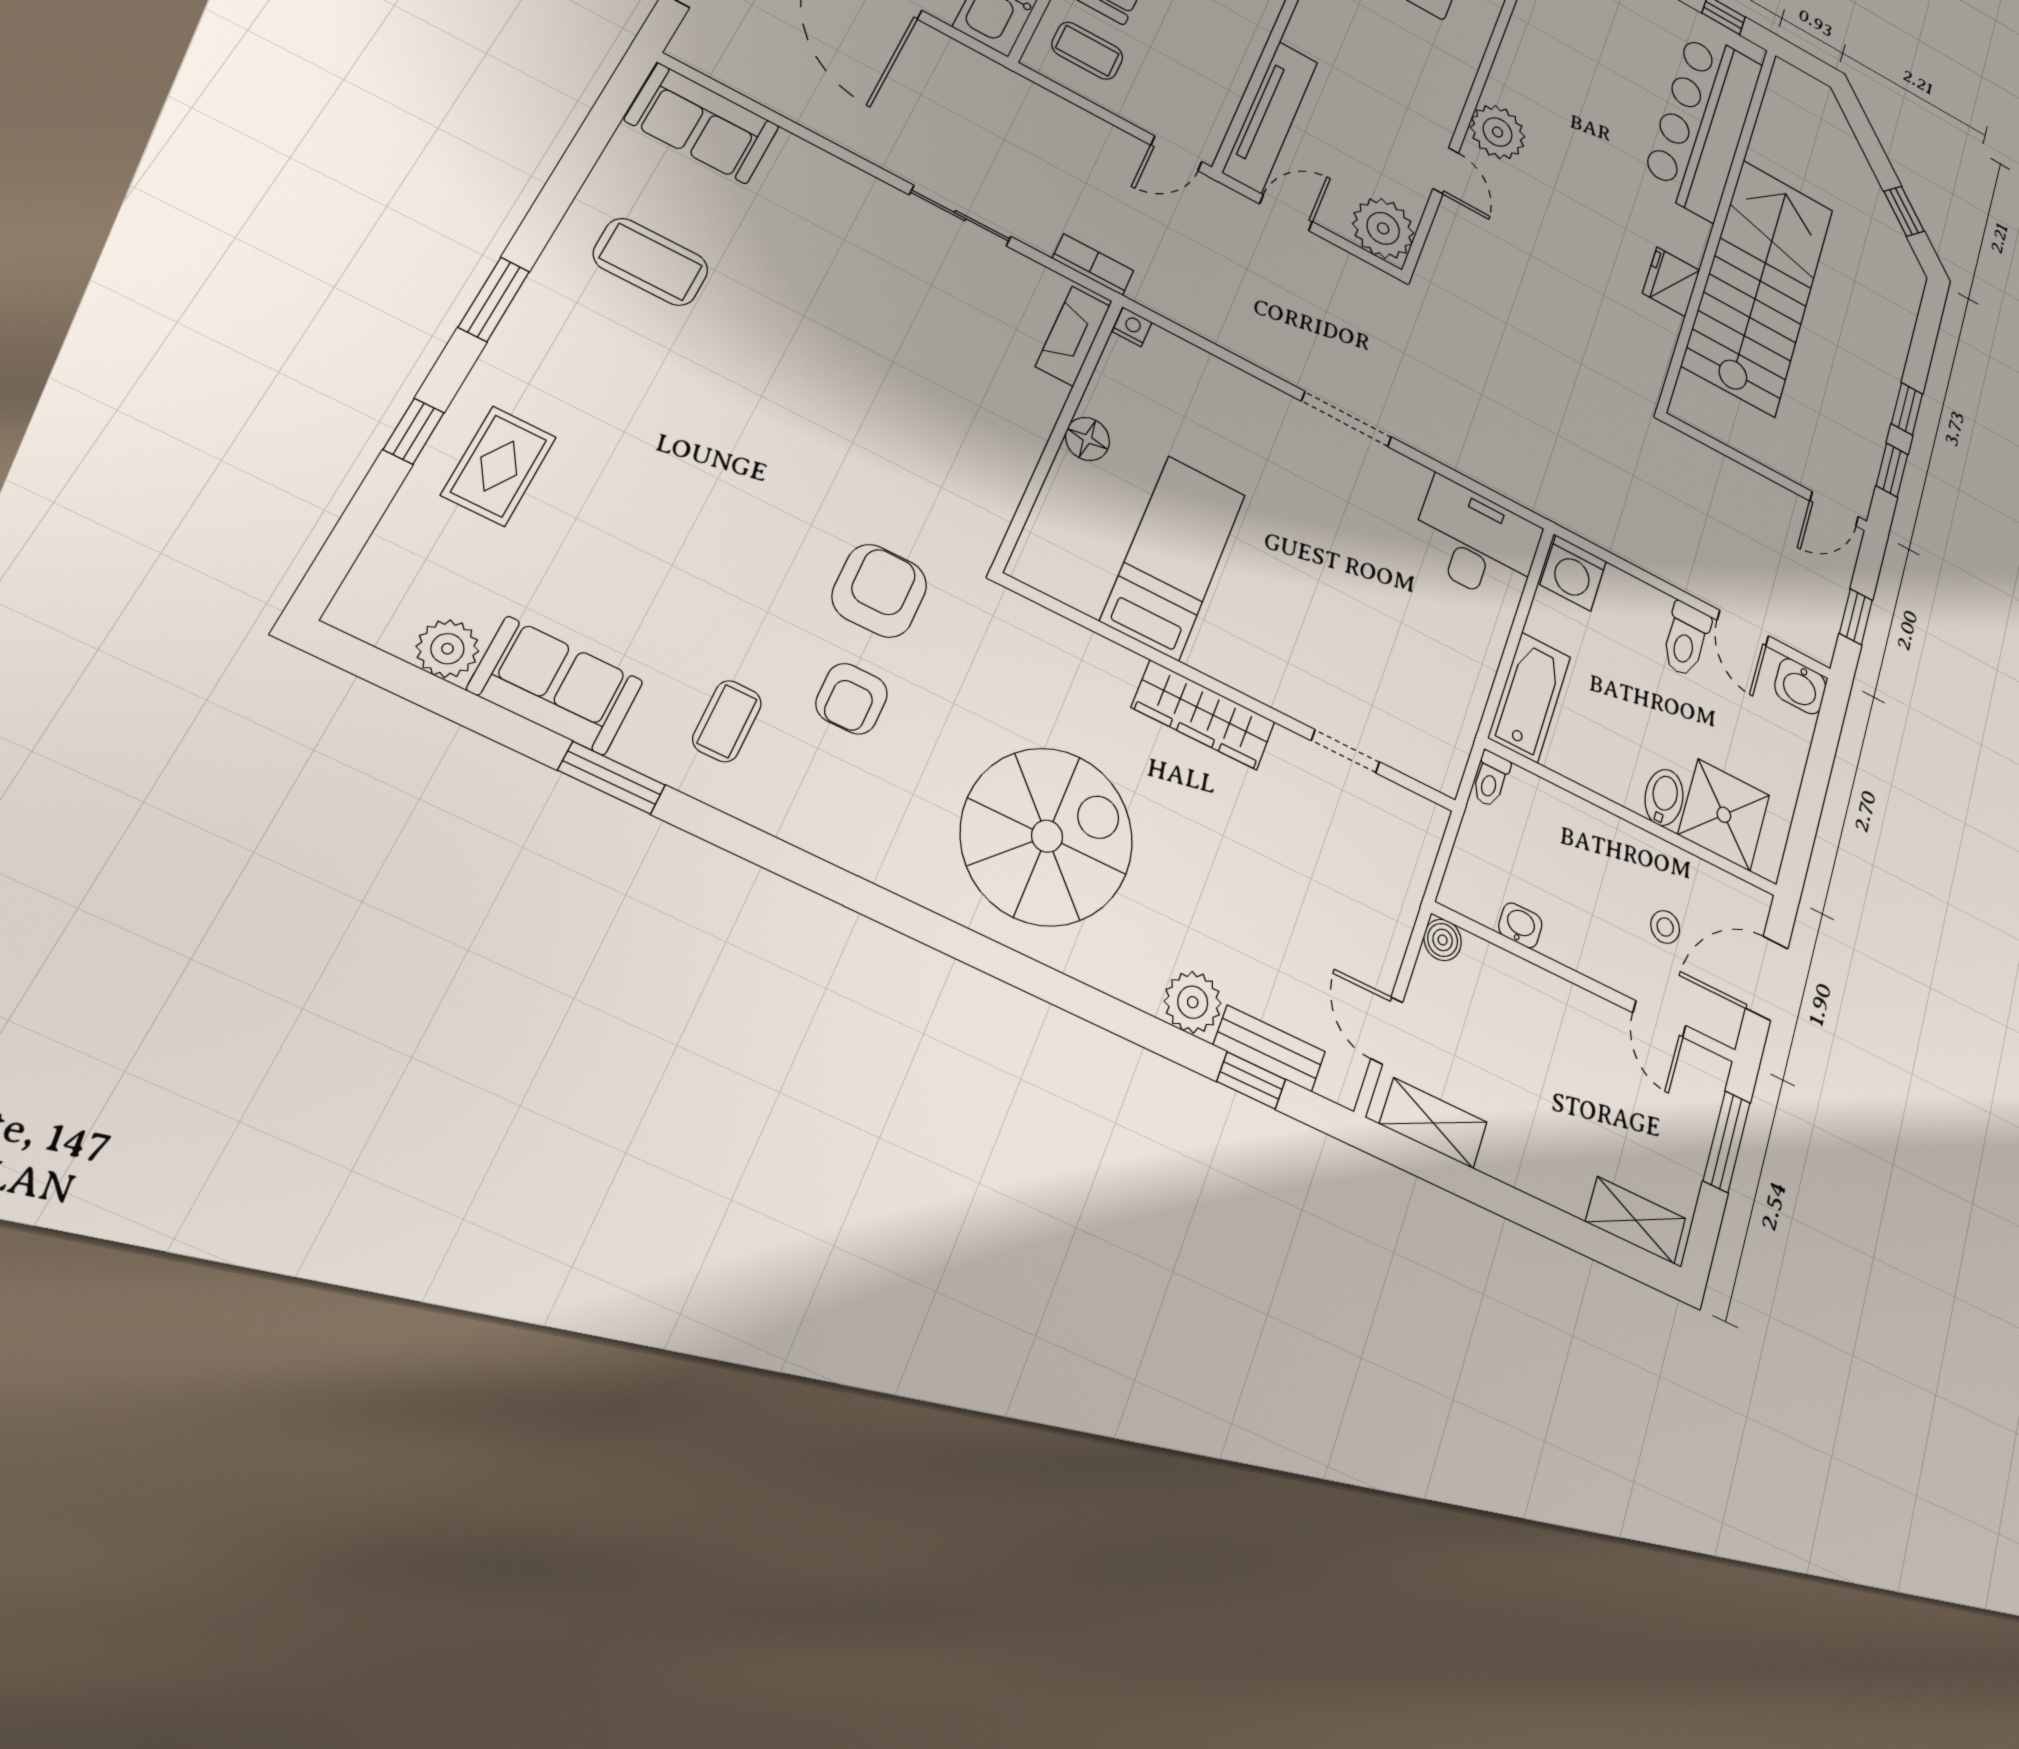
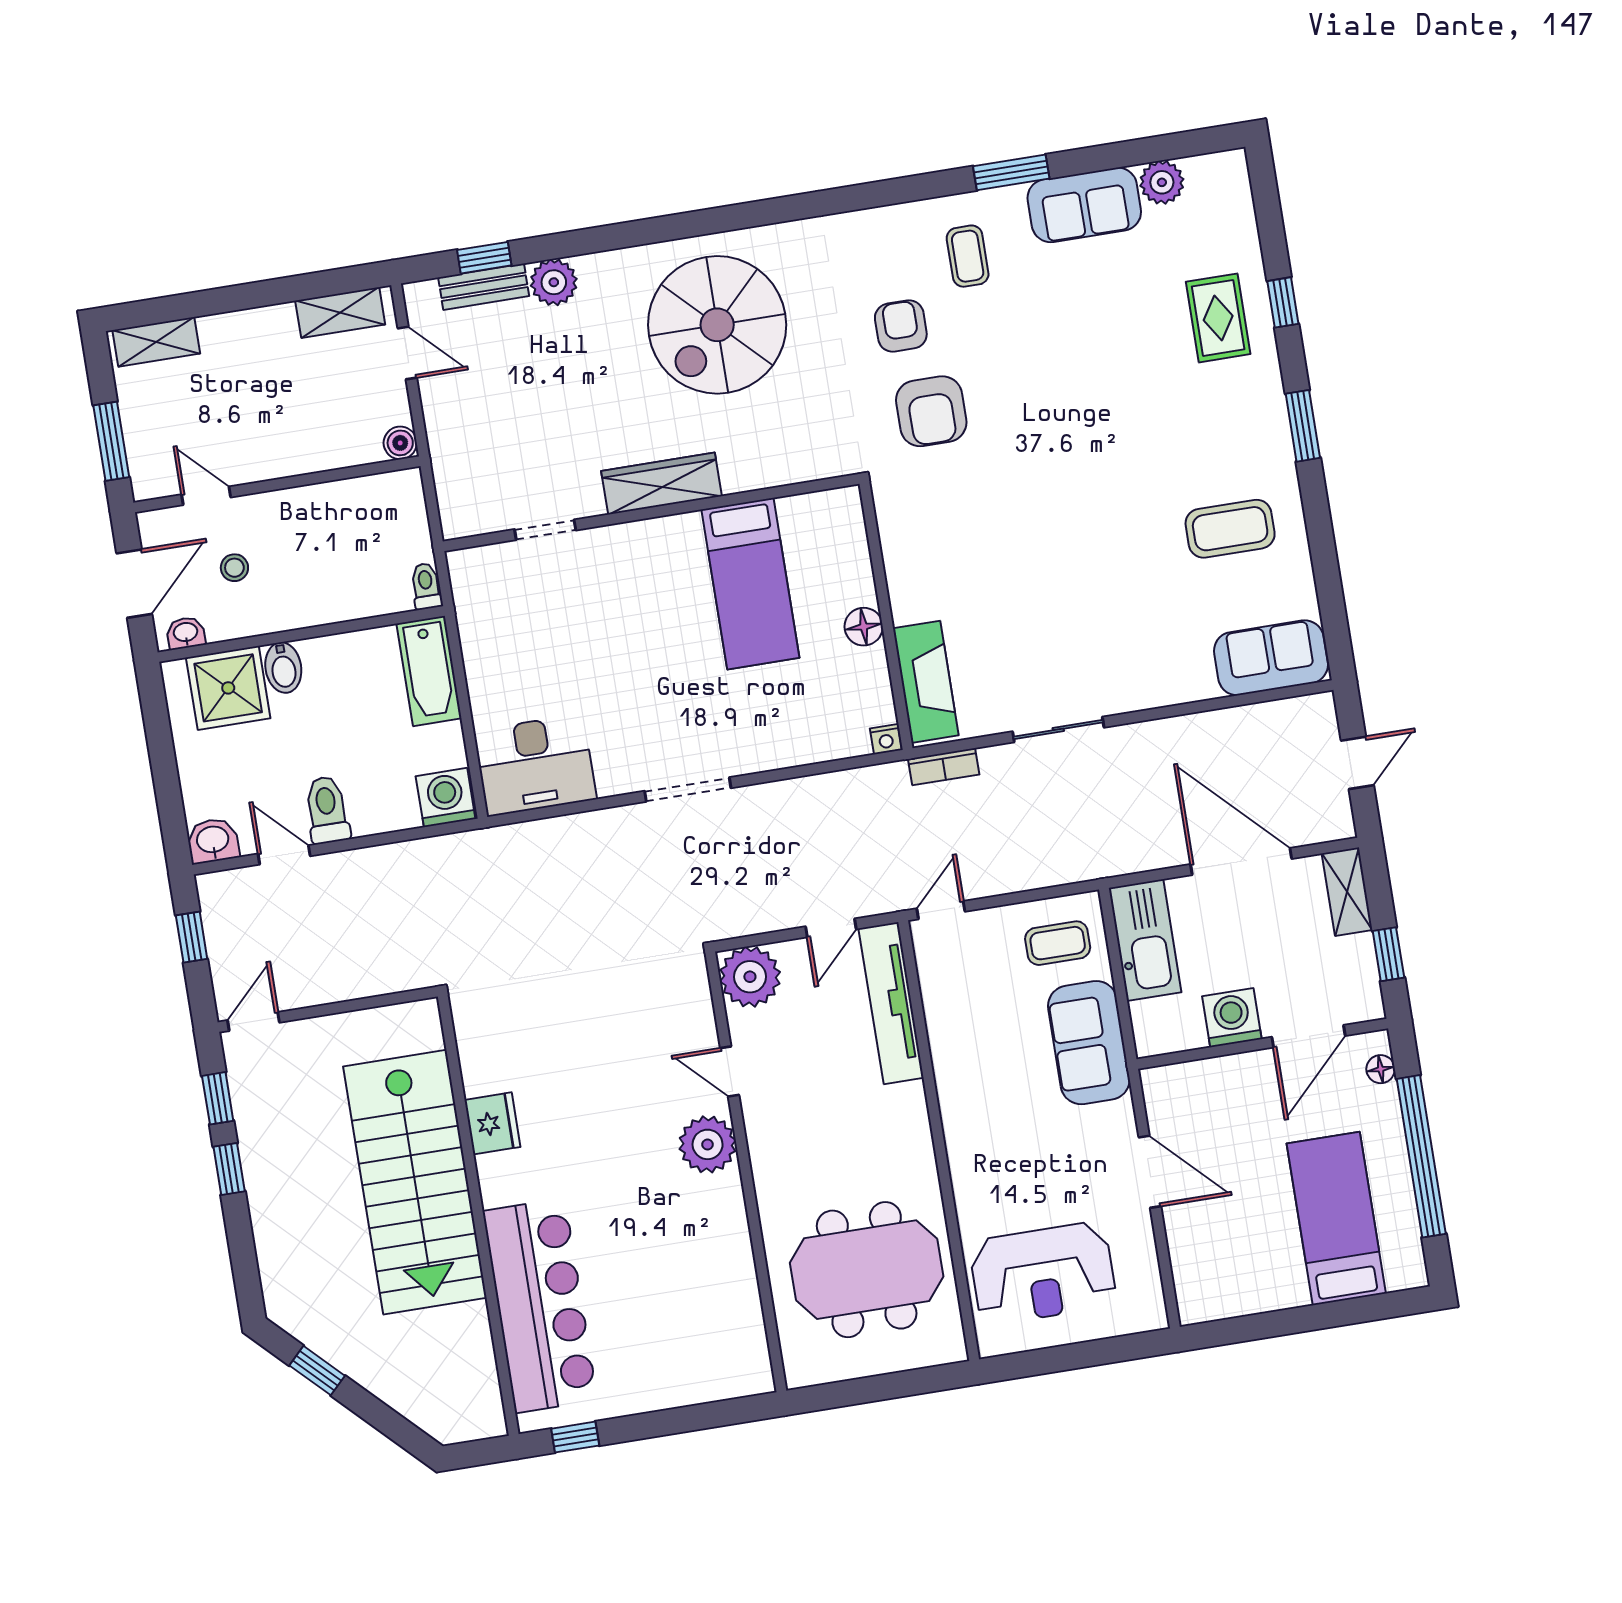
fireplace: (1073, 336) -> (926, 682), width x1.37, depth x1.32
washbasin: (1520, 925) -> (186, 633), moved, turned 180

